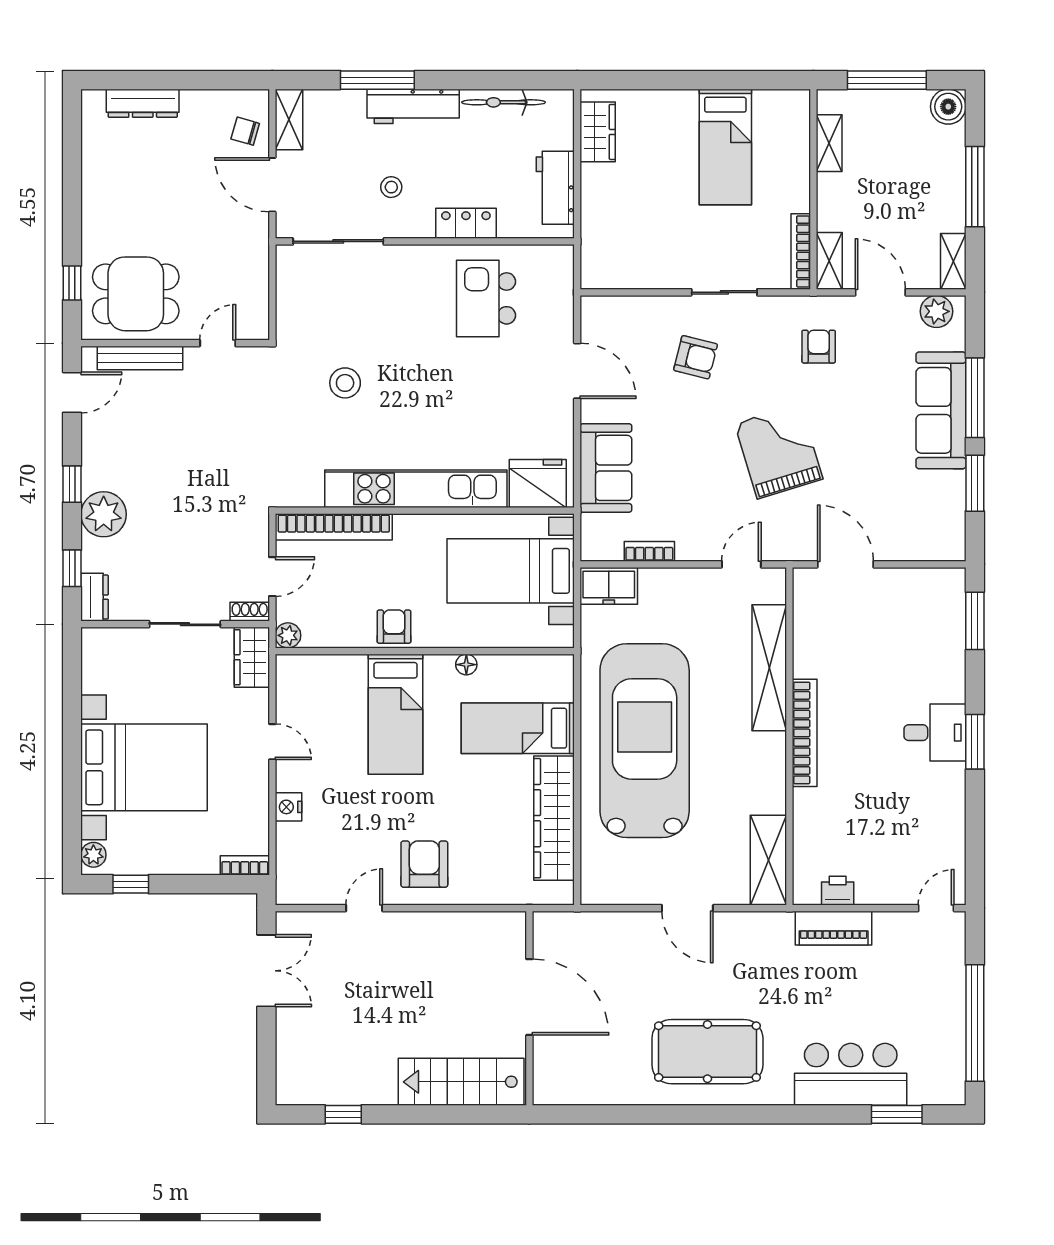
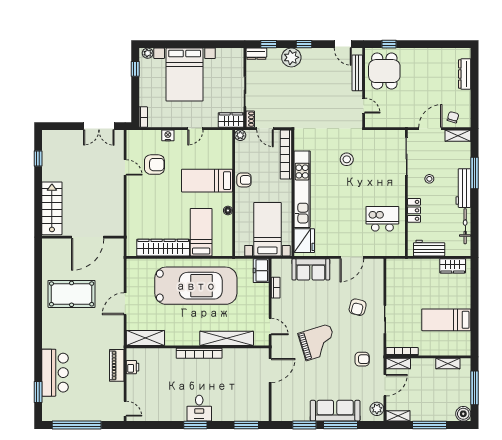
armchair: (424, 864) -> (154, 165), moved
pool table: (707, 1052) -> (72, 294), moved, turned 90

